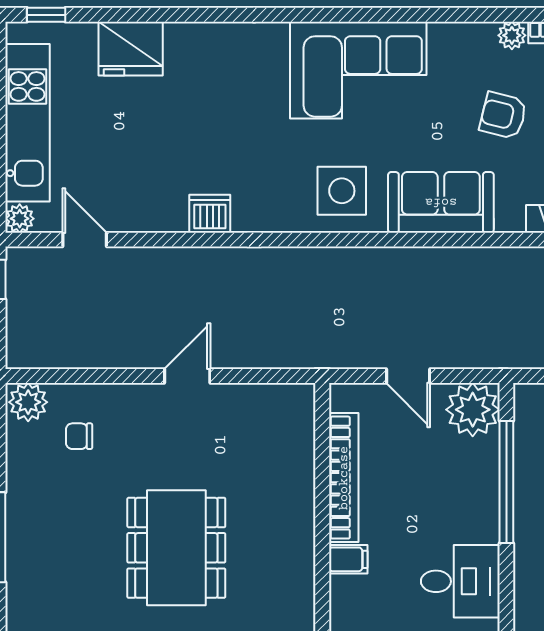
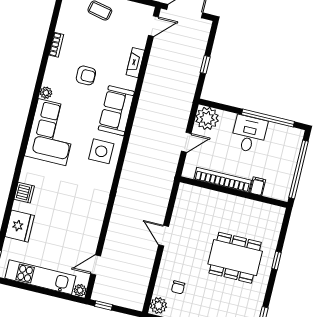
plant: (512, 35) -> (46, 93), moved
armchair: (503, 115) -> (86, 75), turned -104
dishwasher: (210, 214) -> (24, 193), moved, turned 180
window: (506, 482) -> (268, 118), moved
desk: (460, 581) -> (249, 134), moved

